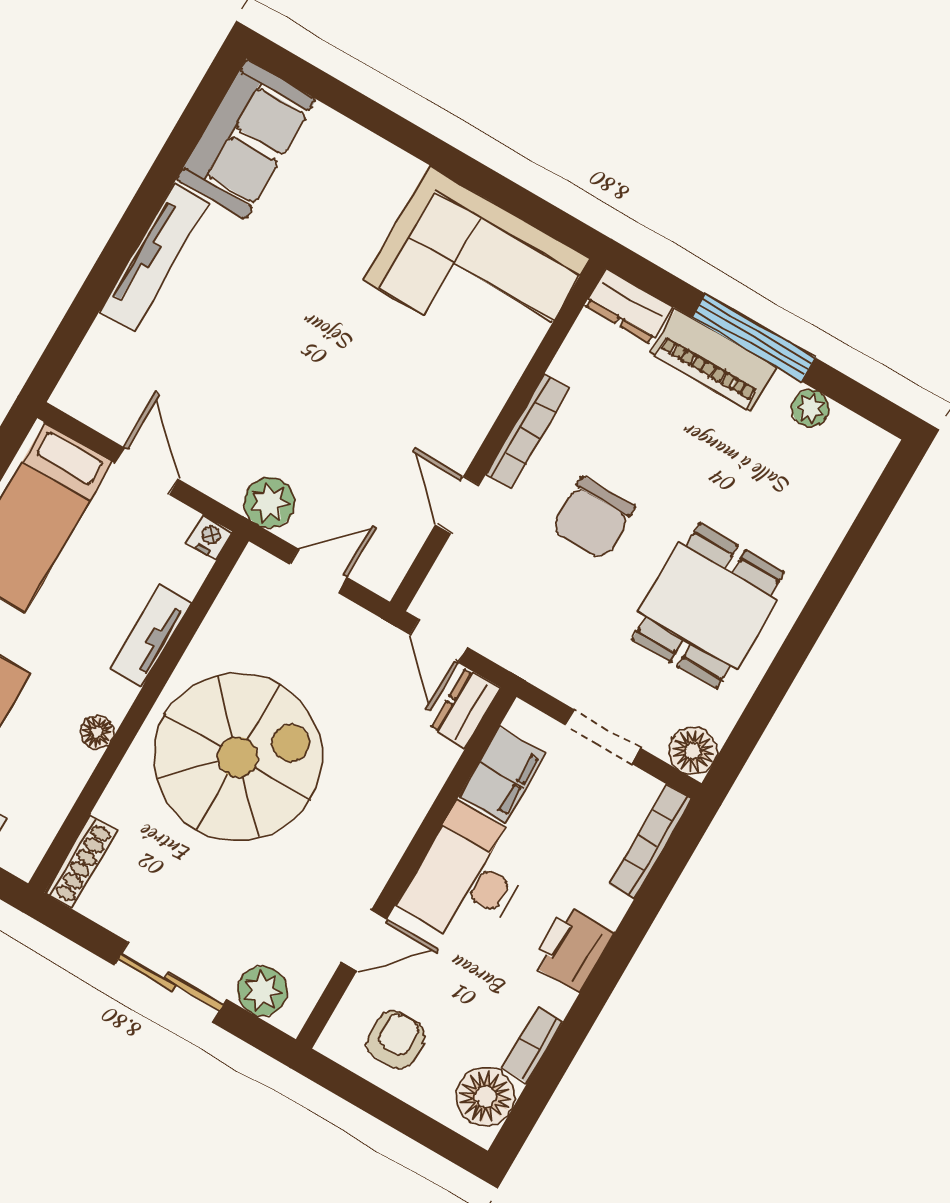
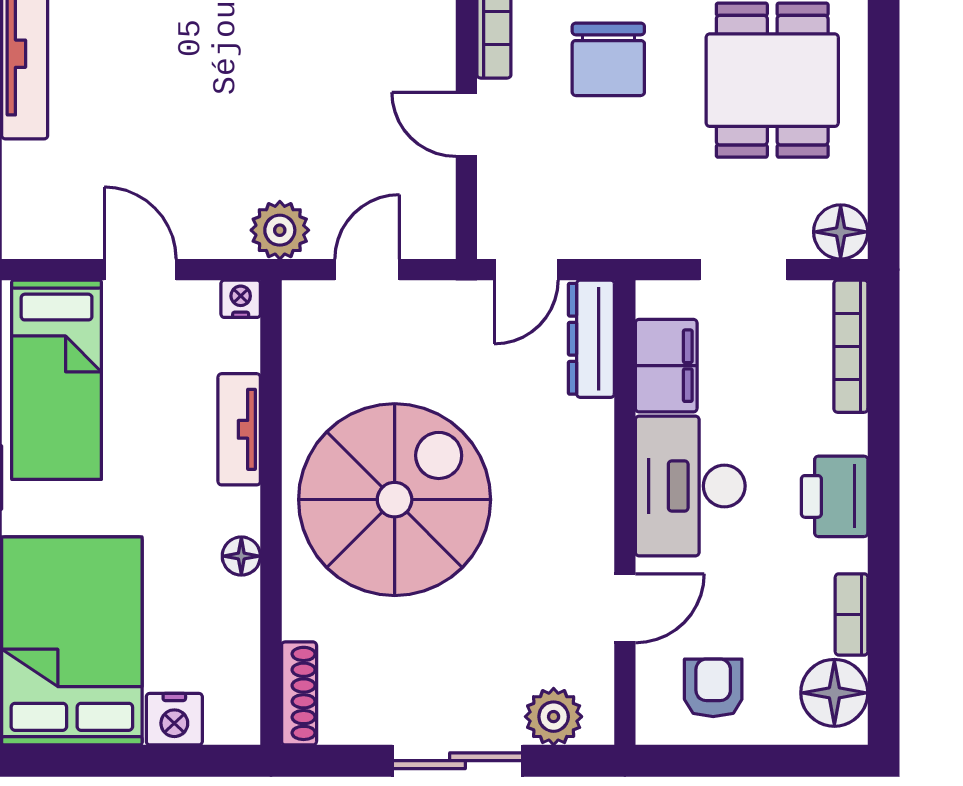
door: (439, 641) -> (526, 270), hinge flipped
dresser: (465, 708) -> (591, 339), width x1.44

